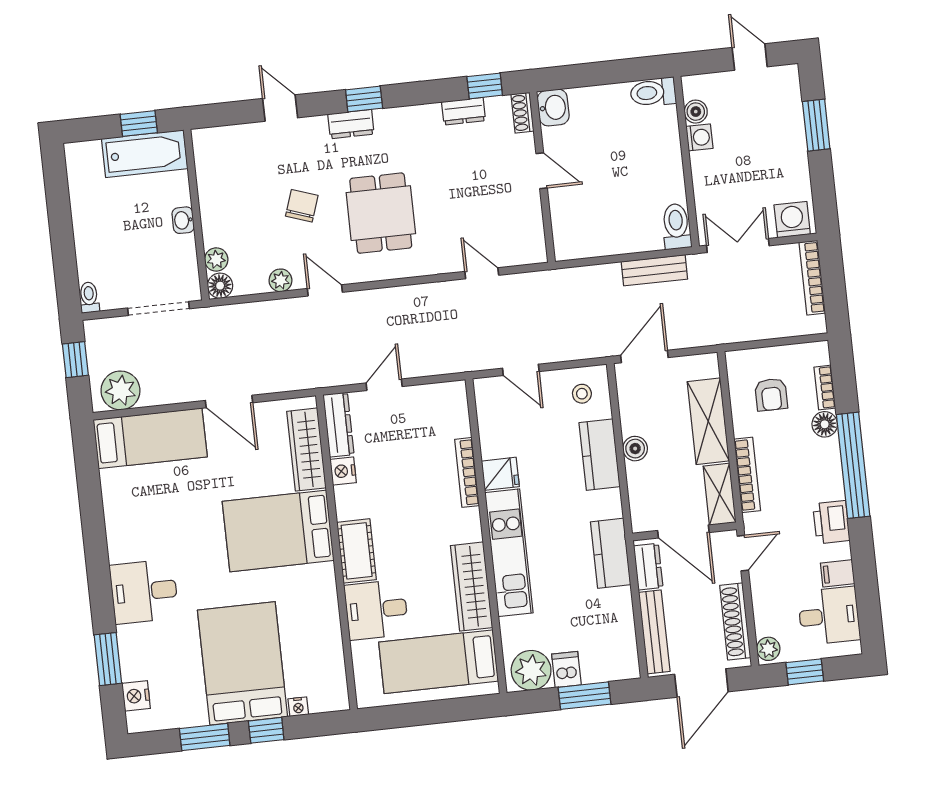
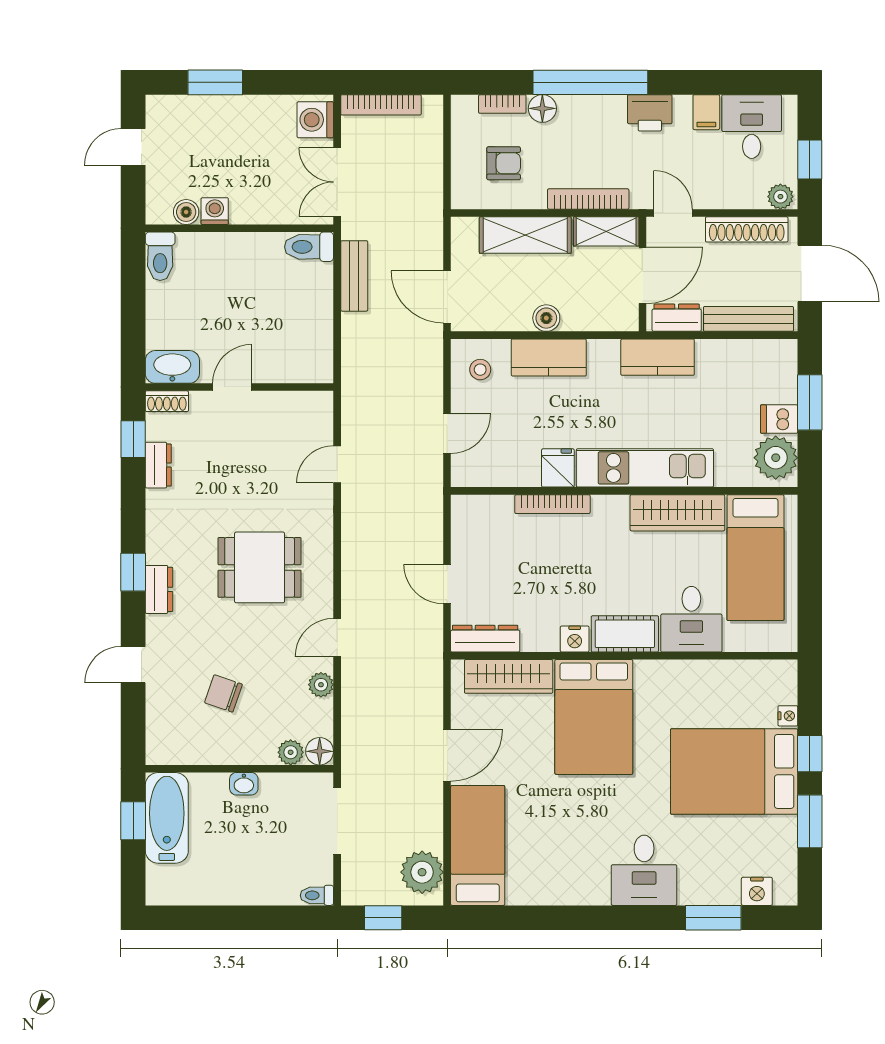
washbasin: (553, 108) -> (172, 367), width x1.38
chair: (302, 206) -> (223, 693), moved
nightstand: (343, 471) -> (575, 639), moved

